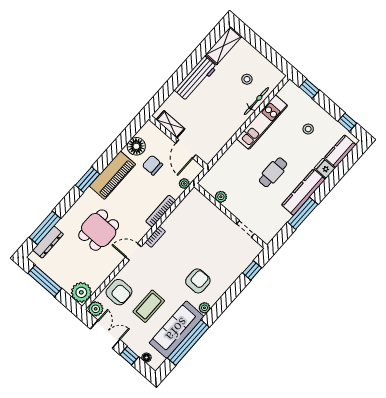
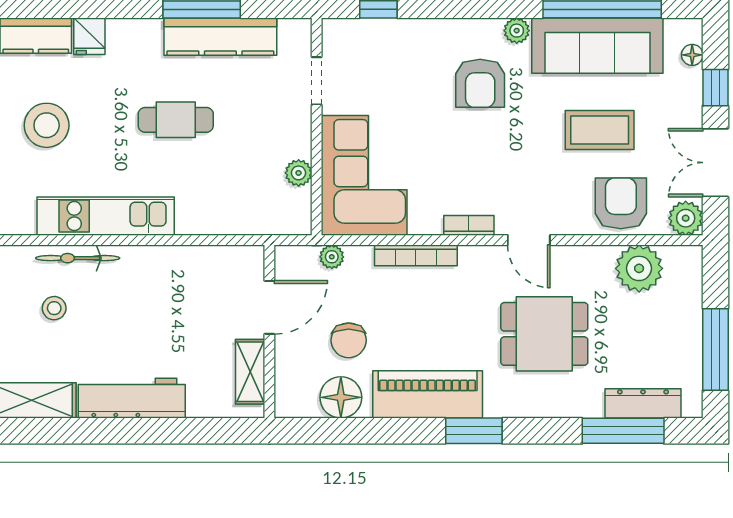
stool: (308, 129) -> (47, 125), width x1.89, depth x1.89
kitchen counter: (303, 192) -> (220, 37), moved
corner sofa: (201, 217) -> (364, 175), added
armchair: (198, 281) -> (480, 83), turned -90
plant: (81, 292) -> (639, 268), moved

